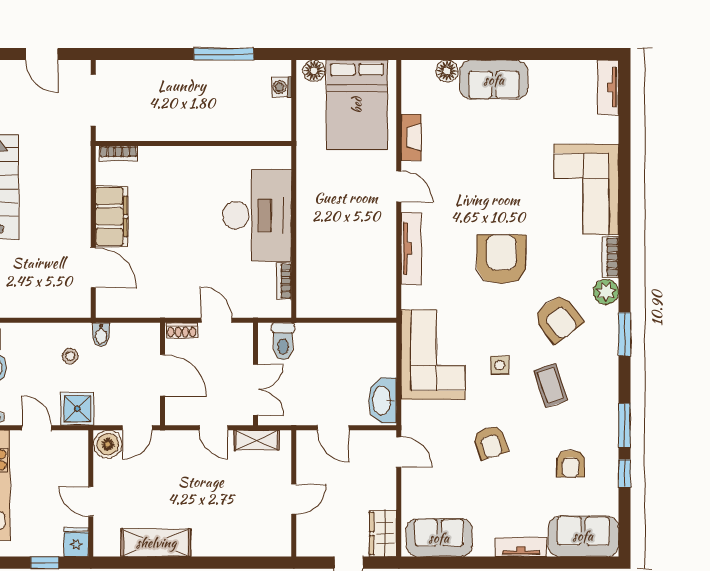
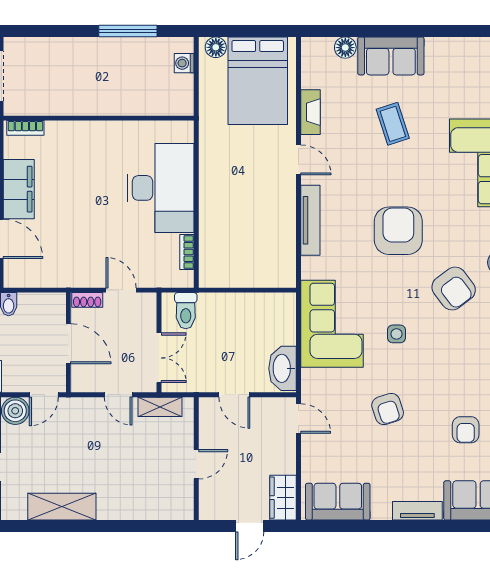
coffee table: (551, 385) -> (393, 124), moved

